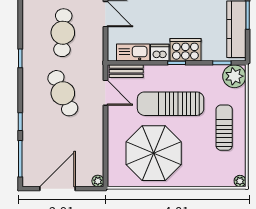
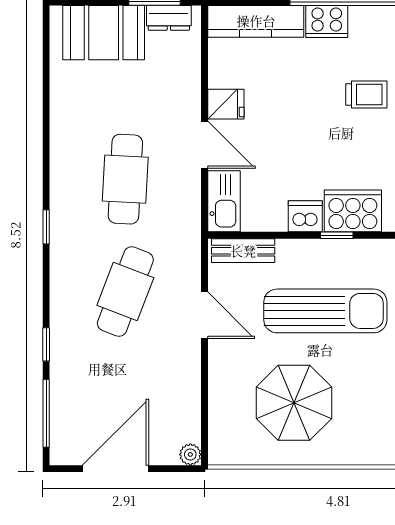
kitchen sink: (133, 52) -> (224, 201), moved, turned 90
cafe table: (63, 93) -> (125, 292), turned 45
door: (105, 93) -> (204, 315), moved
sun lounger: (171, 104) -> (325, 311), turned 180
parasol: (154, 153) -> (294, 403), width x0.73, depth x0.73

